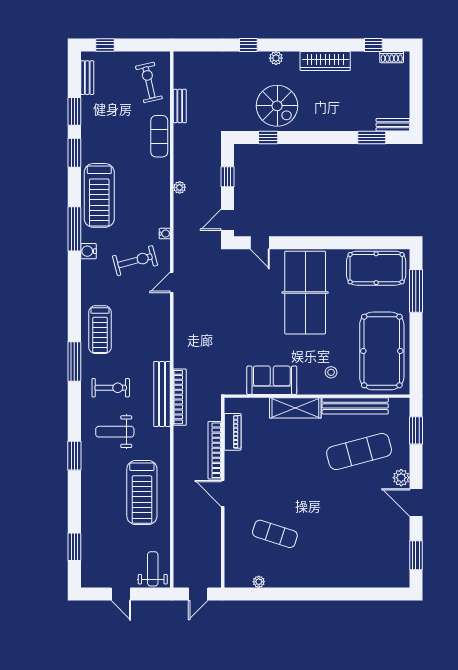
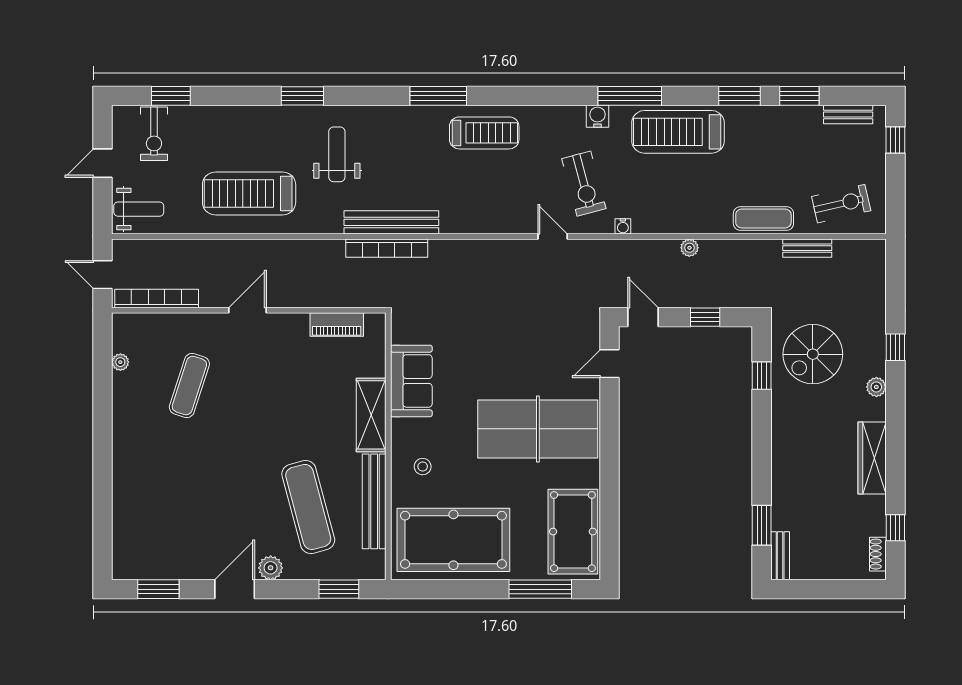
spiral stairs: (277, 106) -> (813, 354), moved
treadmill: (100, 330) -> (484, 133), turned 180
exercise bike: (111, 388) -> (154, 134), moved
bookcase: (215, 450) -> (157, 298), moved

